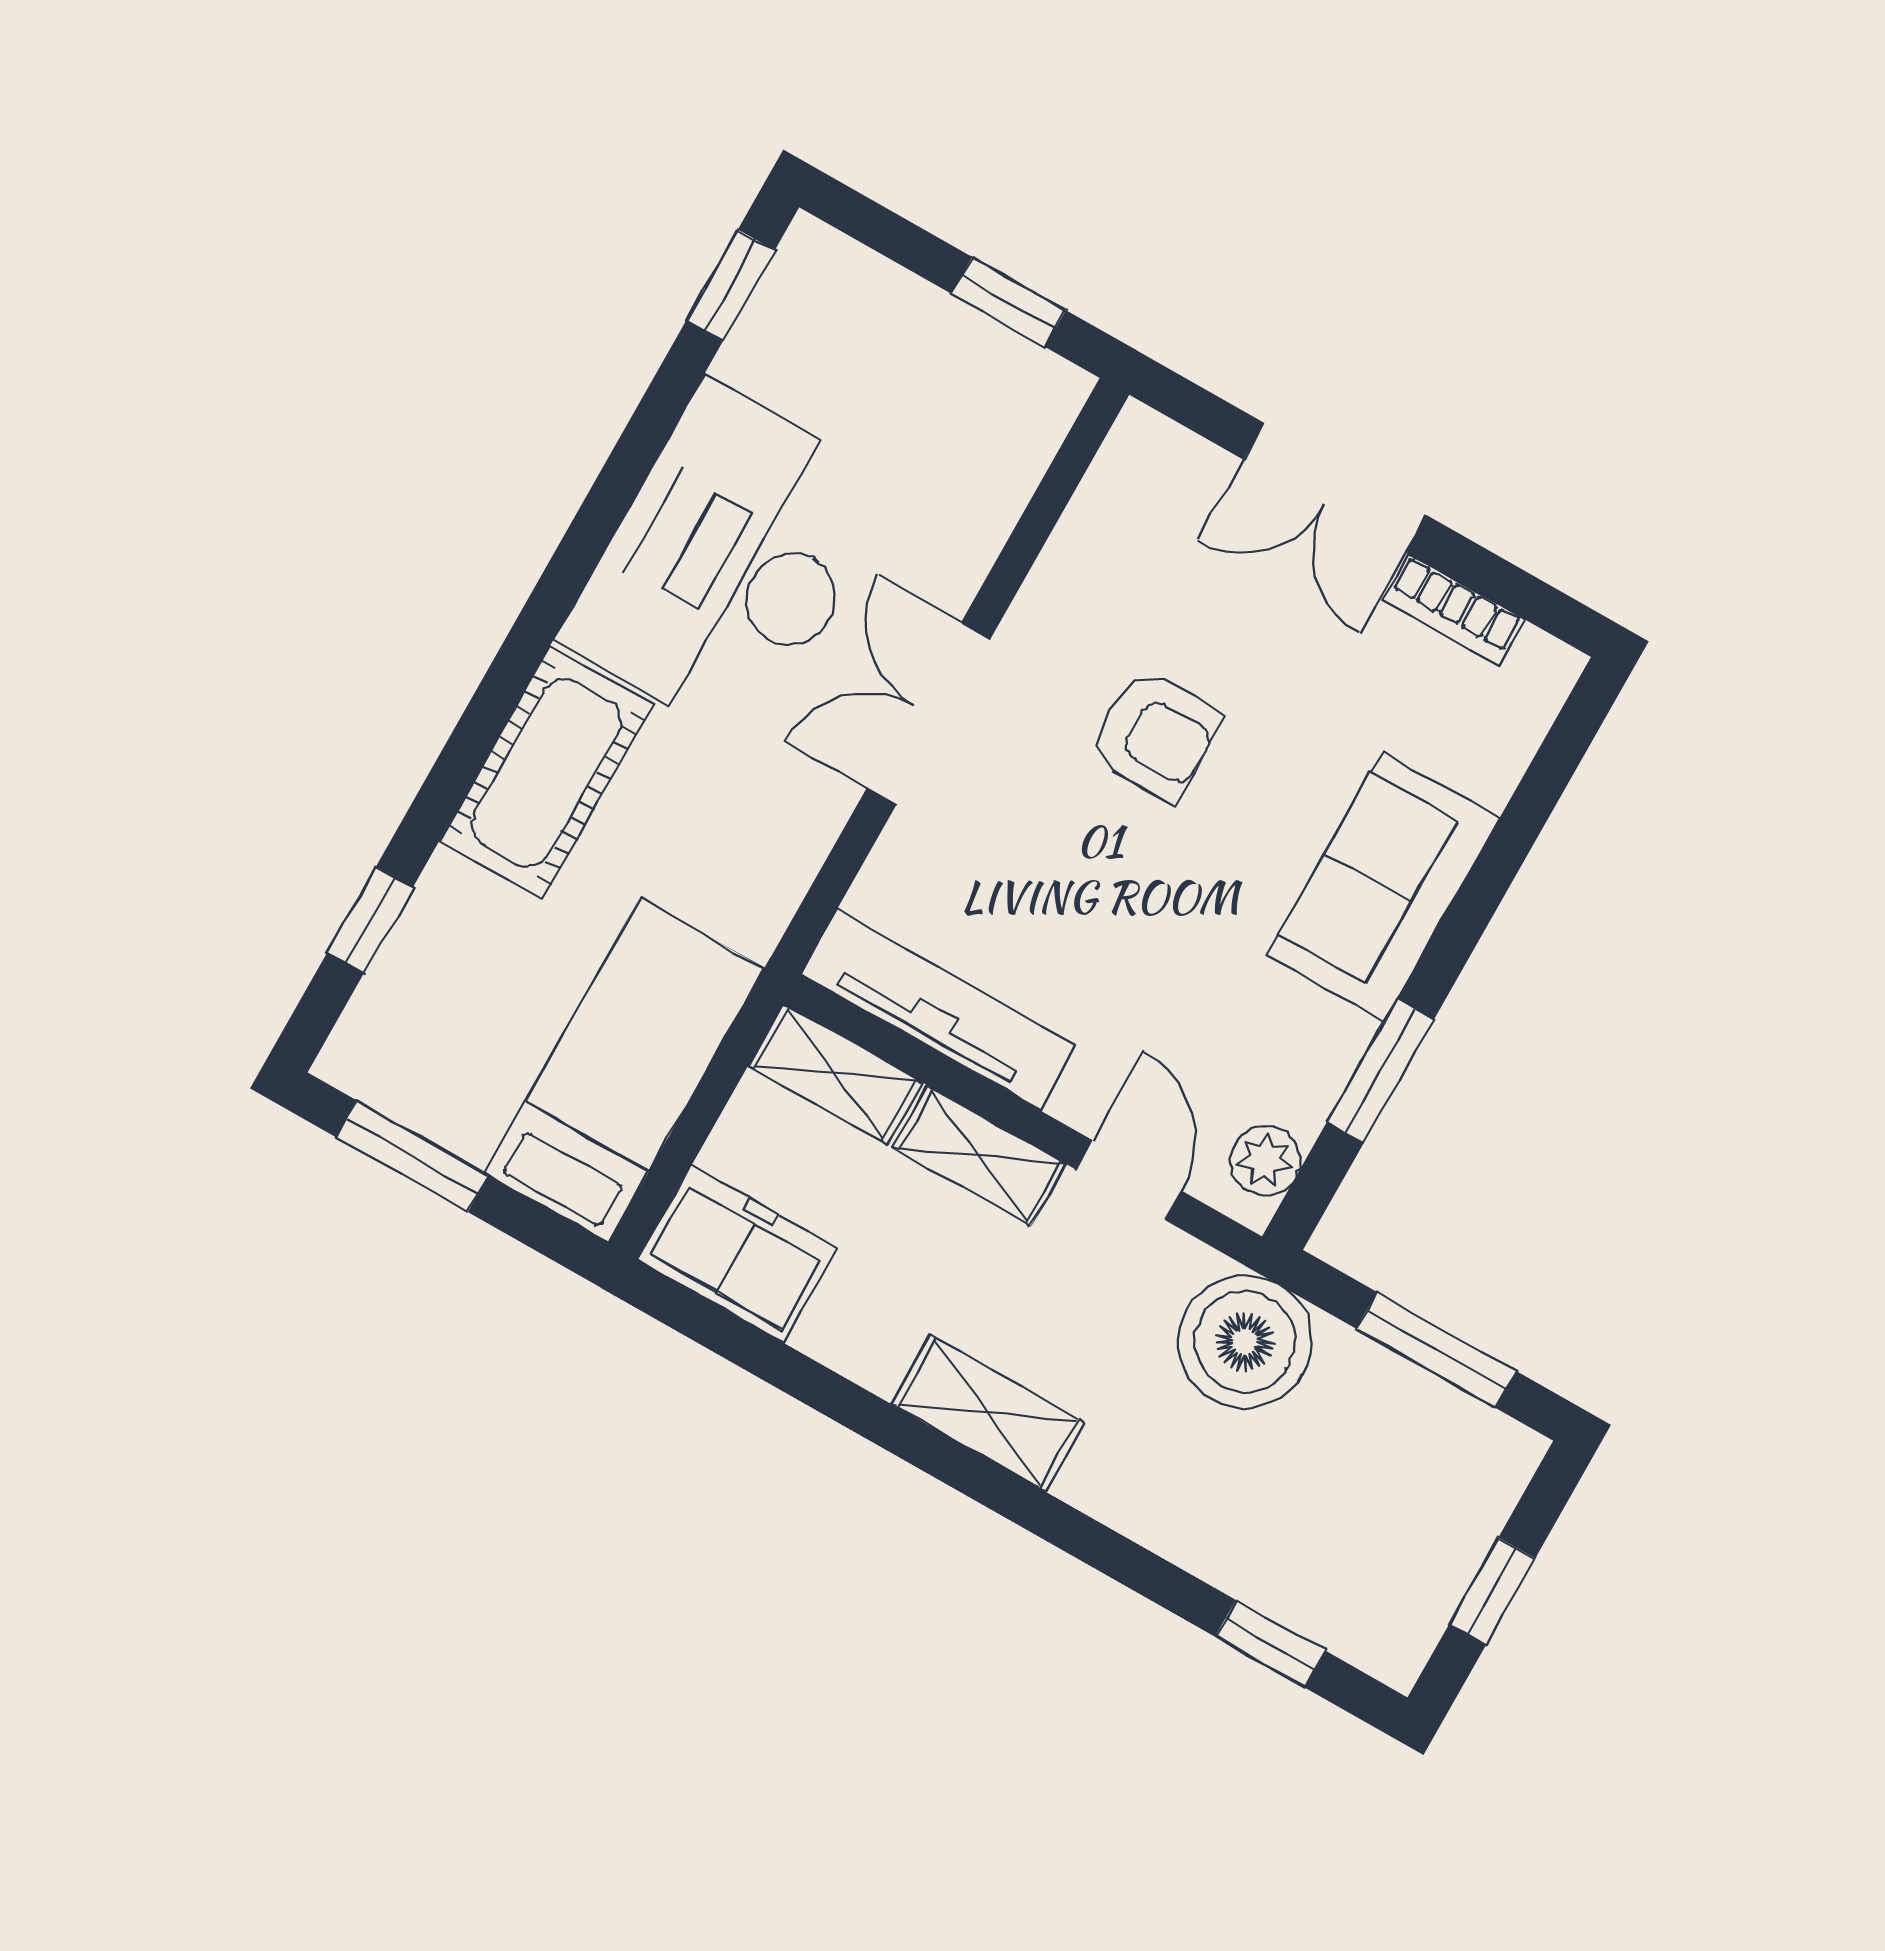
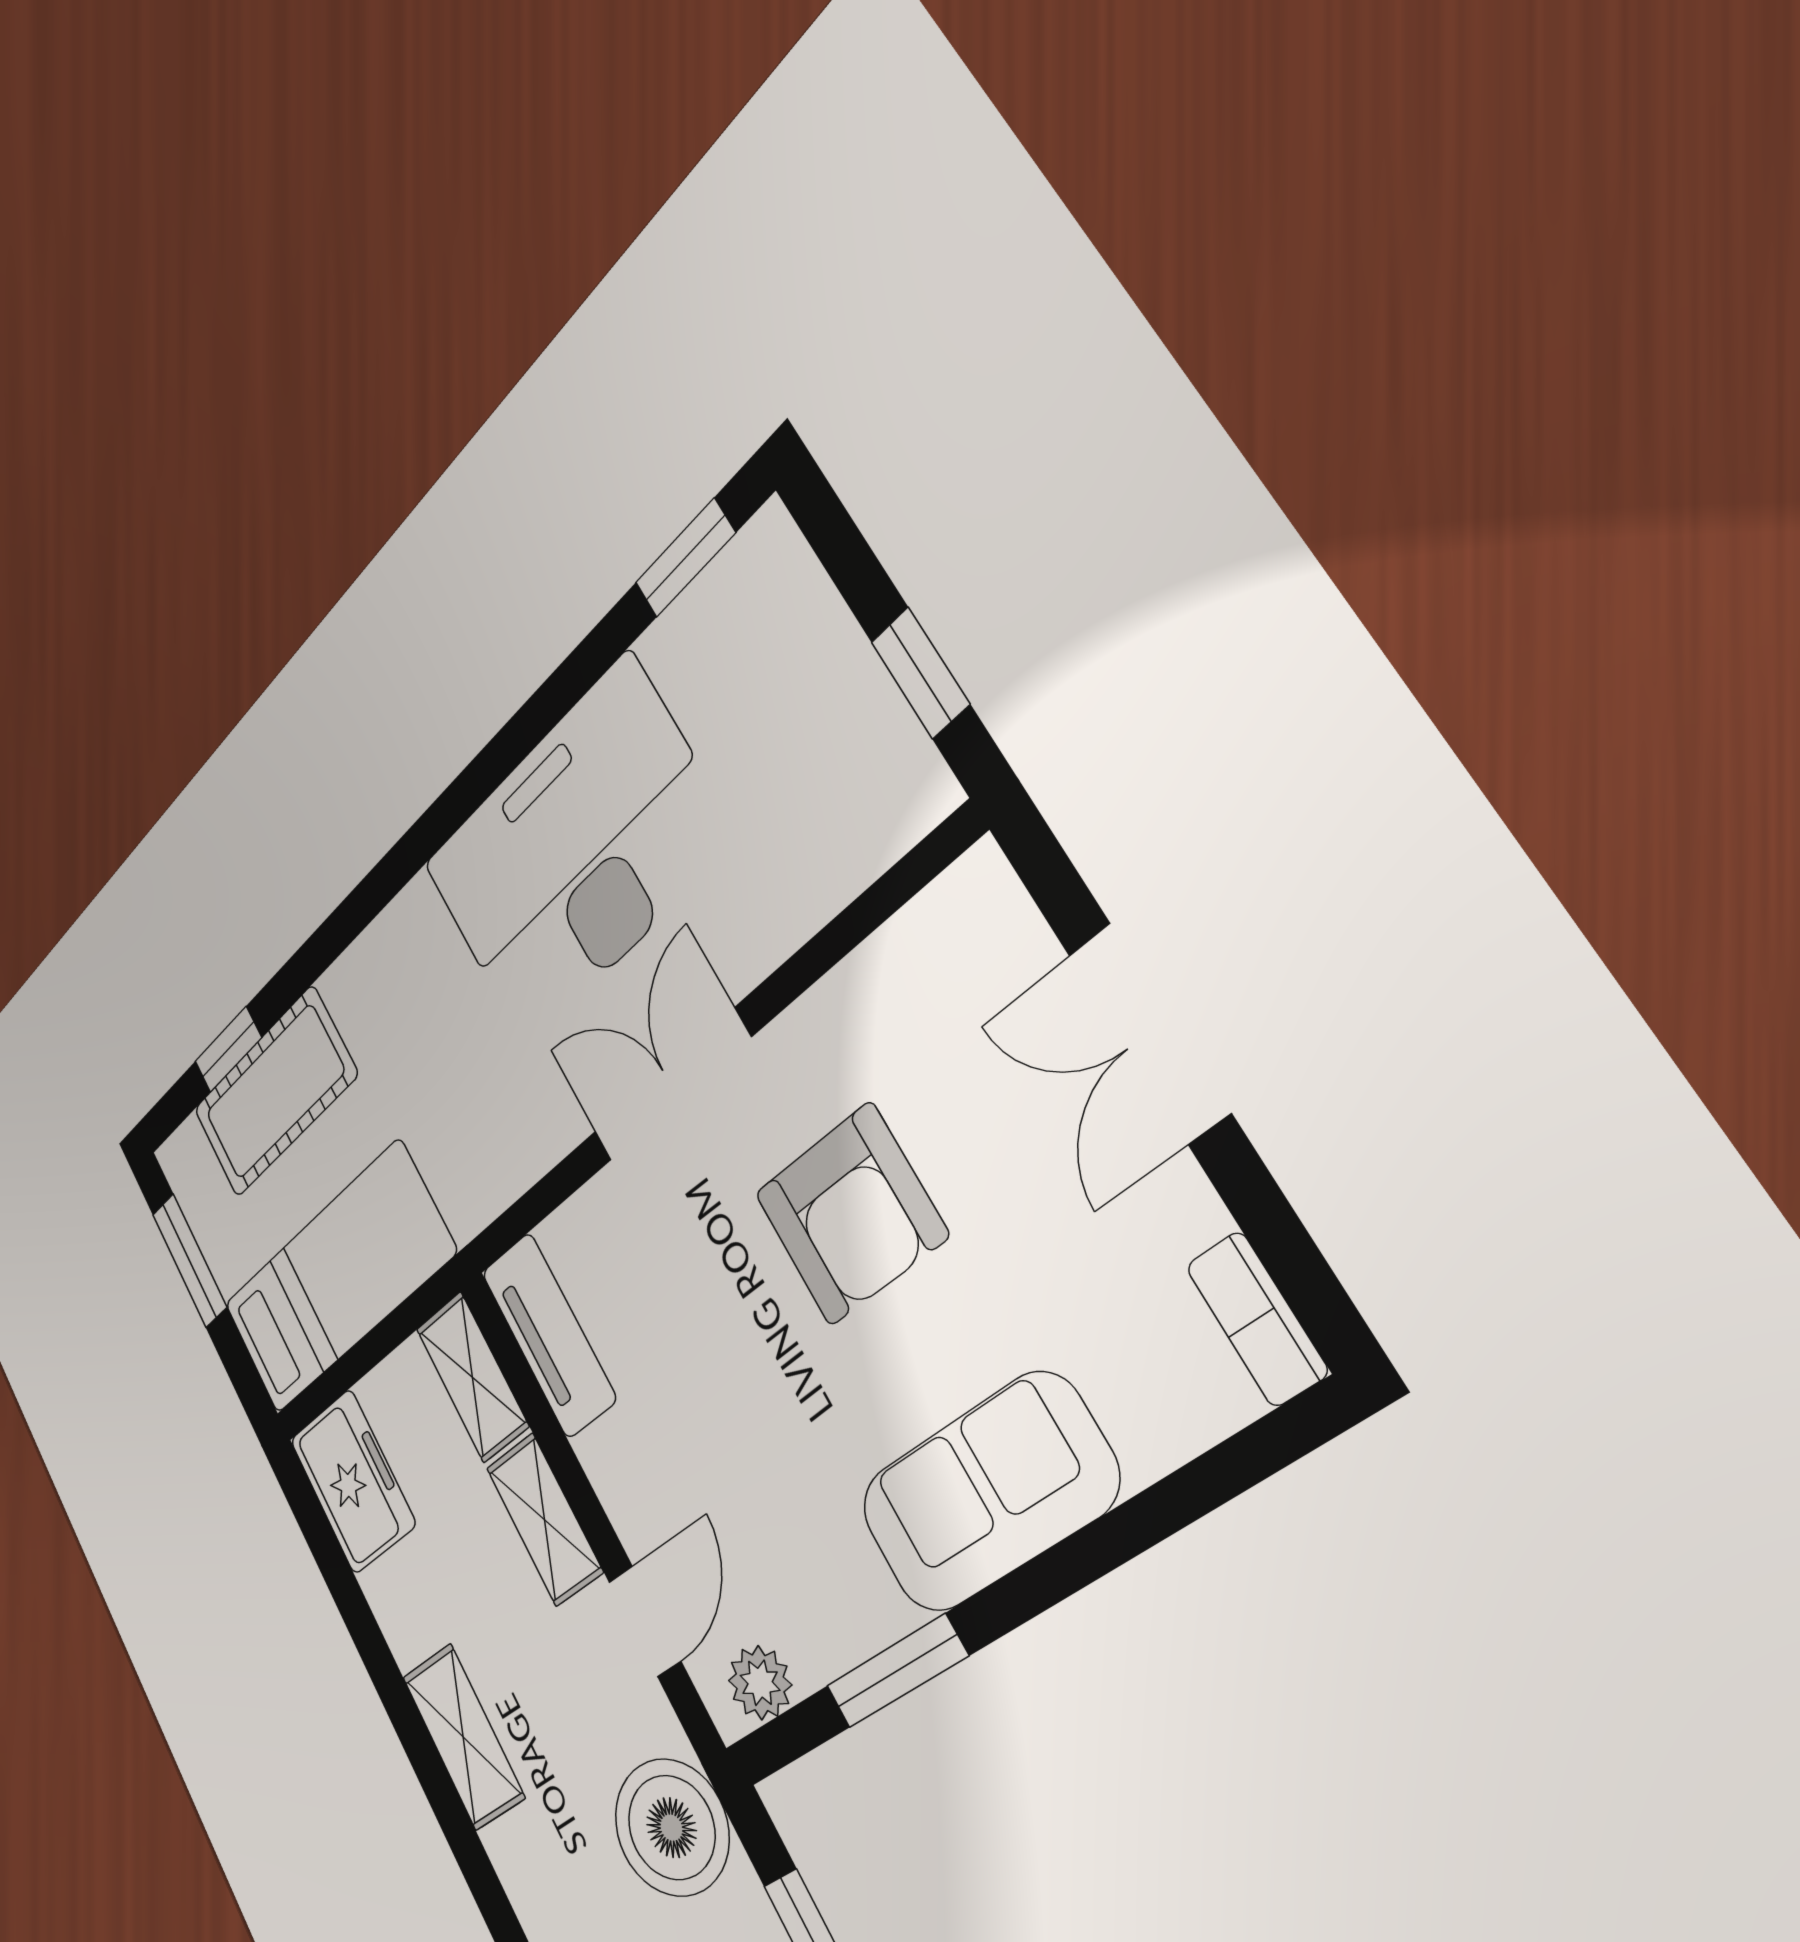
bookcase: (1454, 610) -> (1257, 1319), moved
armchair: (1155, 735) -> (850, 1214), width x1.38, depth x1.38
cot: (546, 773) -> (274, 1093), moved
tv unit: (938, 1010) -> (549, 1335), width x0.71

